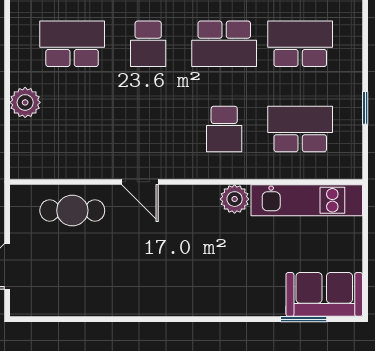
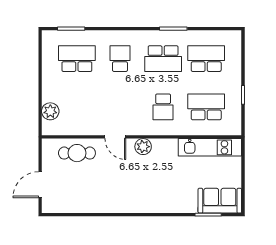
school desk: (148, 44) -> (120, 59), turned 180
plant: (25, 102) -> (50, 111), moved
plant: (235, 199) -> (143, 147), moved

